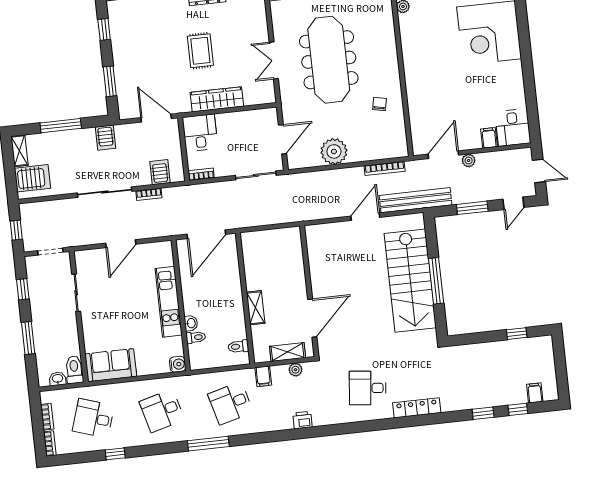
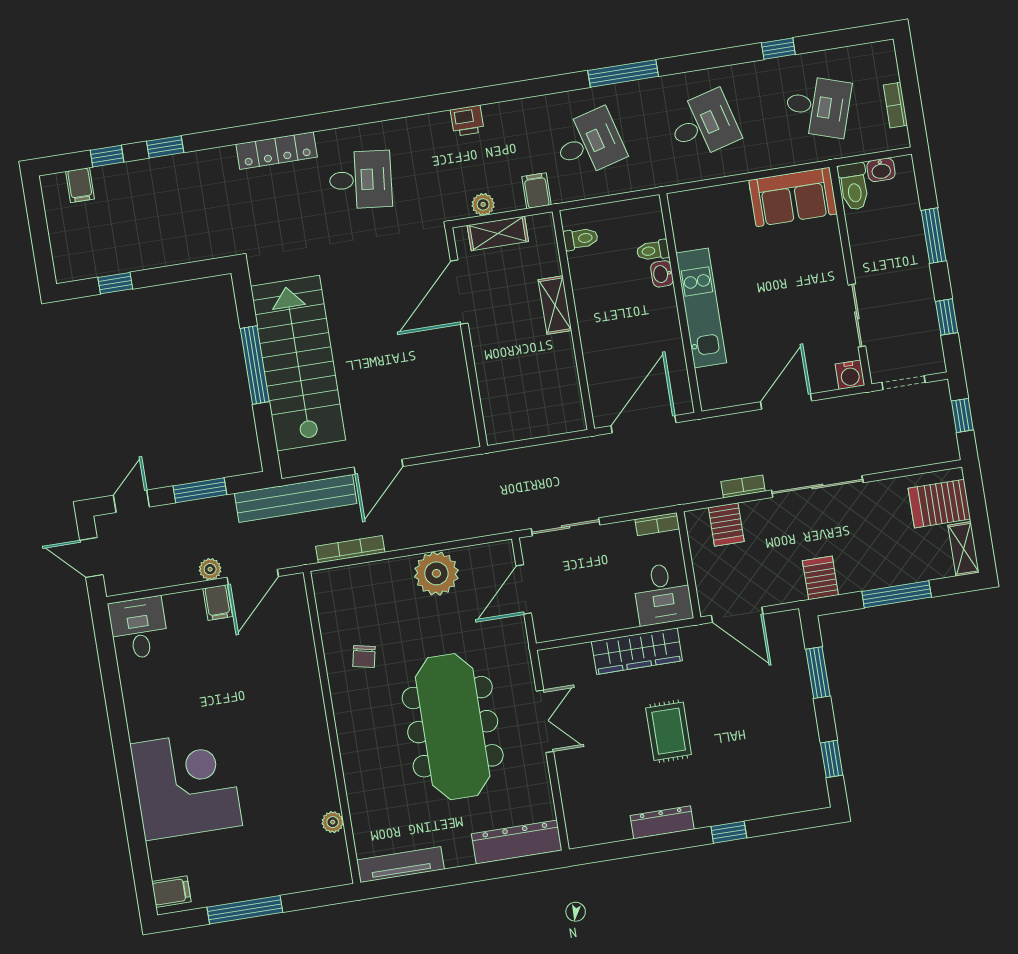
filing cabinet: (489, 138) -> (218, 602), moved
water cooler: (178, 364) -> (850, 375), moved, turned -90
bookcase: (50, 444) -> (889, 61), removed

